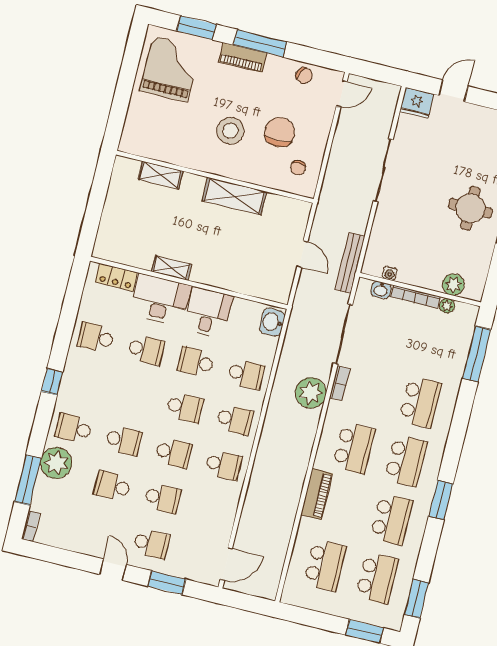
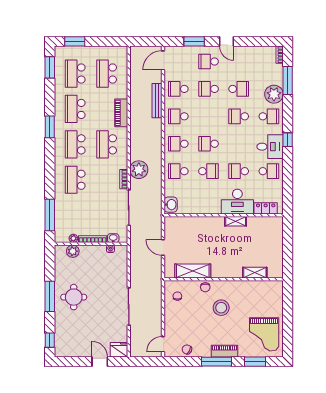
door: (453, 91) -> (100, 362), swing flipped
chair: (280, 132) -> (205, 287), moved, width x0.54, depth x0.54
shelving: (234, 196) -> (193, 271), moved
bench: (350, 263) -> (157, 101), moved
desk: (208, 312) -> (270, 147), moved, turned -90
school desk: (174, 453) -> (178, 89), moved

